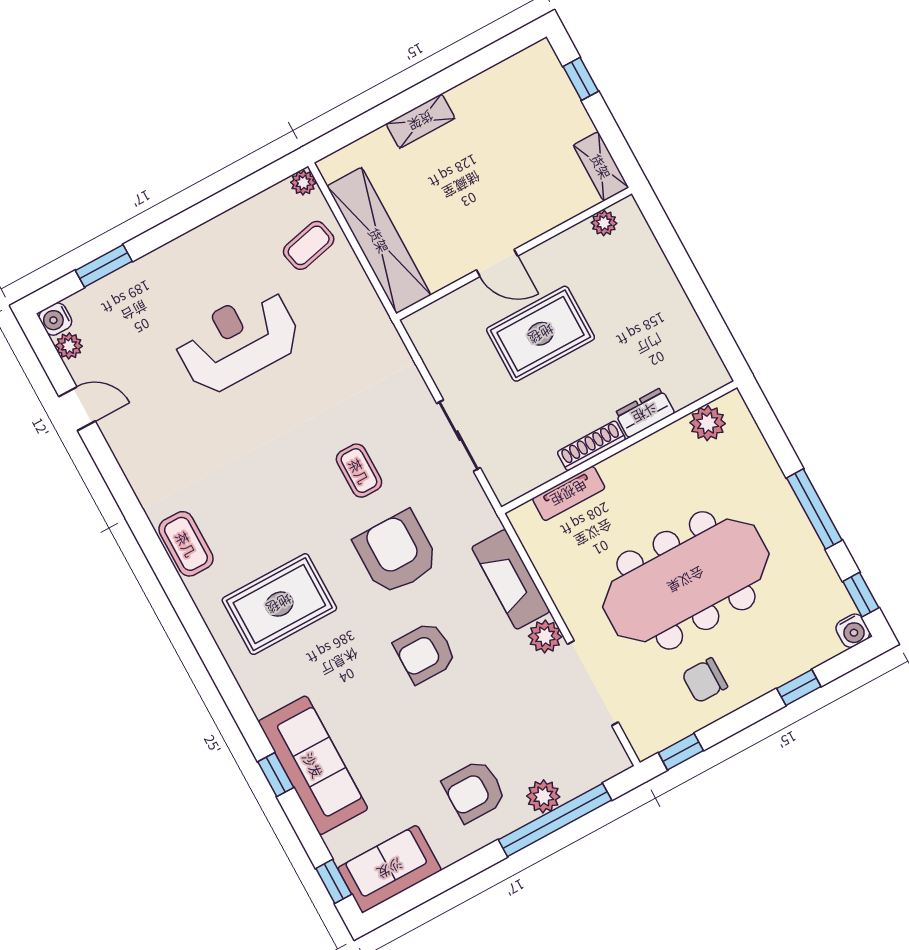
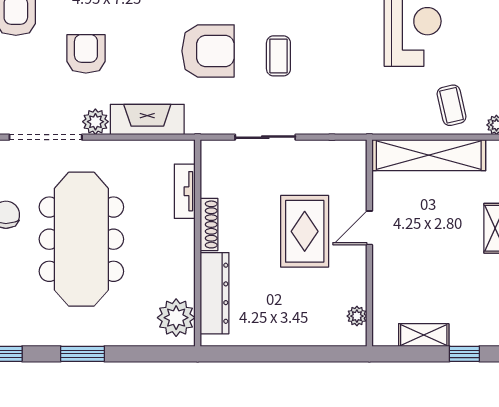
shelving: (601, 166) -> (424, 335), moved
dresser: (645, 413) -> (214, 293), width x1.96, depth x1.24
plant: (708, 423) -> (176, 318), width x1.36, depth x1.36
coffee table: (359, 471) -> (278, 56), turned 90
window: (814, 509) -> (83, 354), width x0.69
armchair: (425, 653) -> (86, 54), moved

